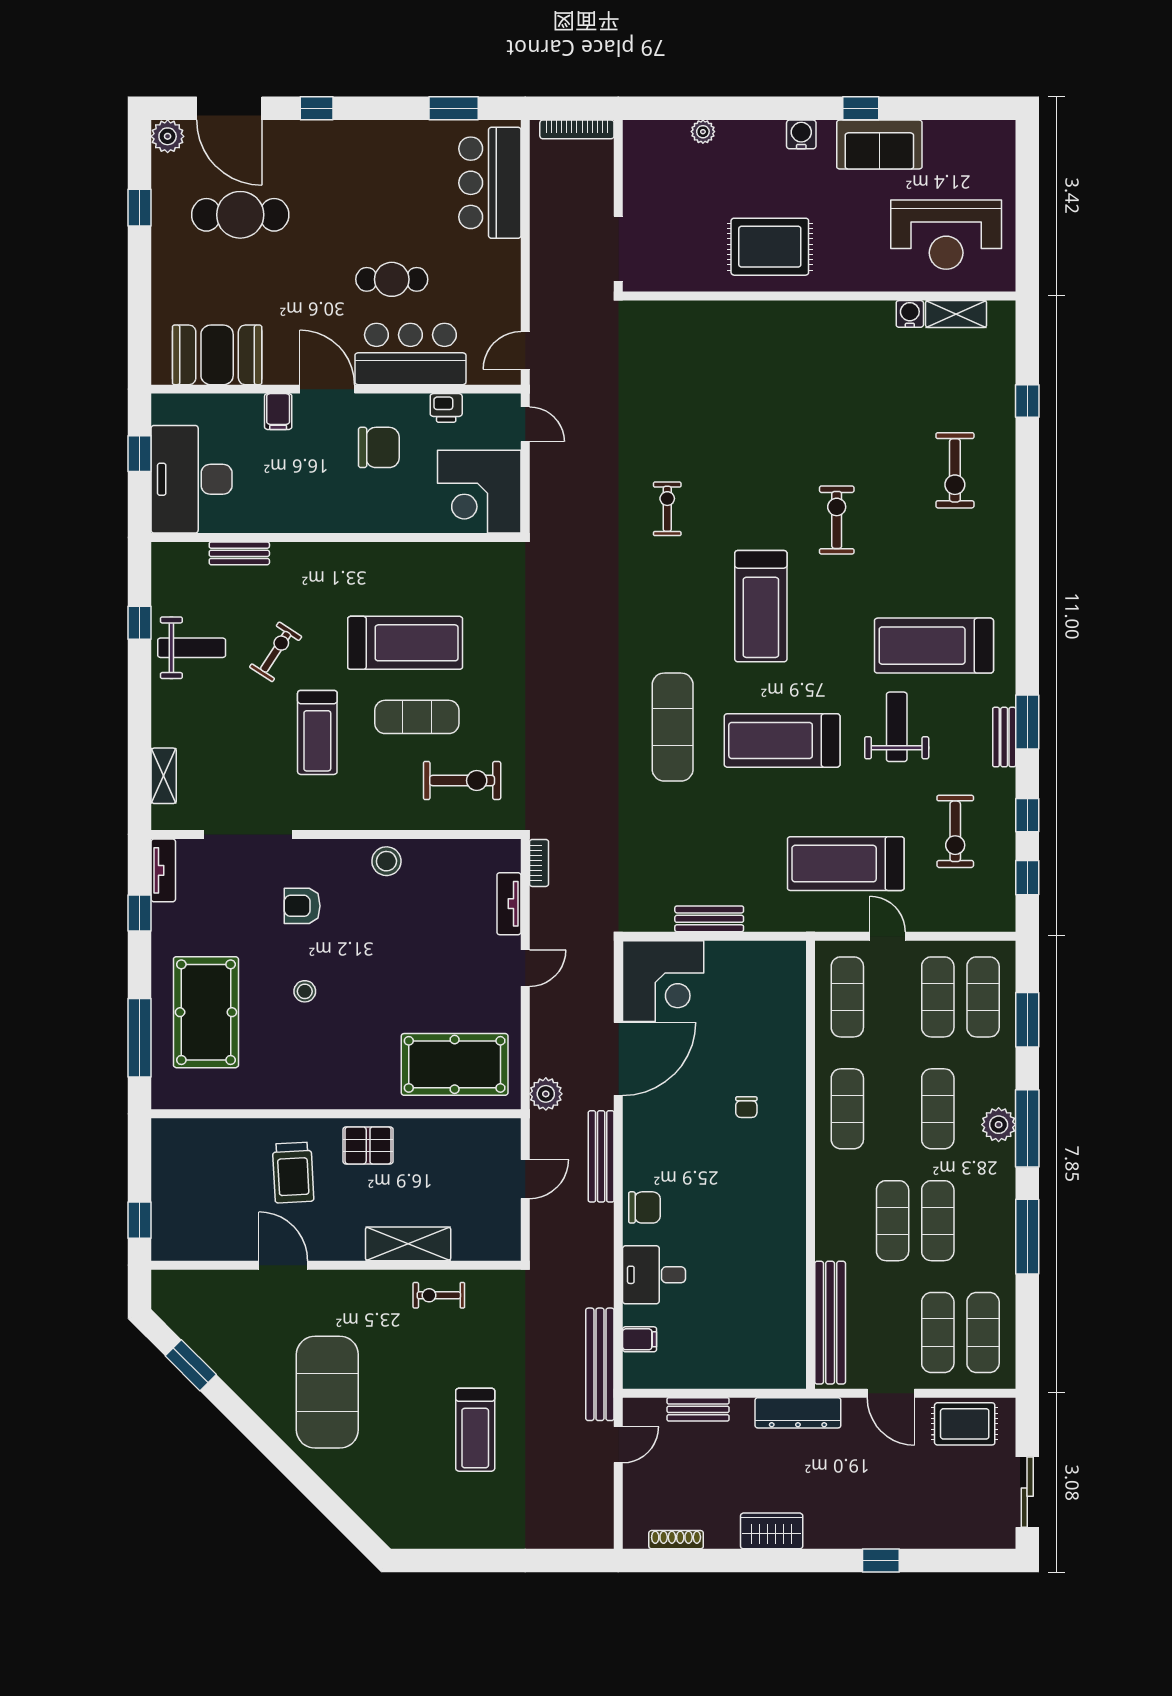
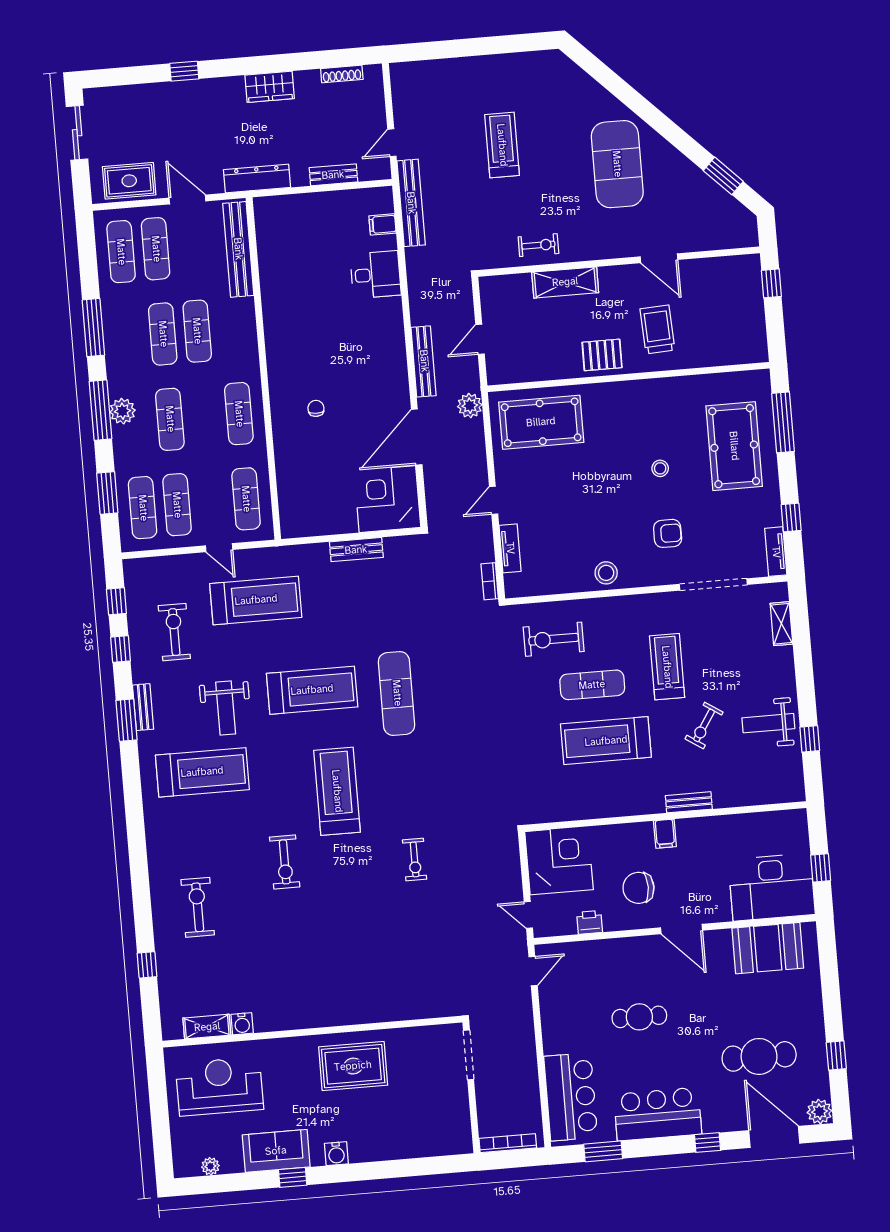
plant: (703, 132) -> (210, 1166), moved
bar counter: (410, 354) -> (658, 1114), moved, turned 180
filing cabinet: (278, 412) -> (665, 834), moved, turned 180
desk: (192, 479) -> (772, 887), moved, turned 90
bench: (239, 553) -> (689, 802), moved
chair: (644, 1207) -> (387, 325), removed

